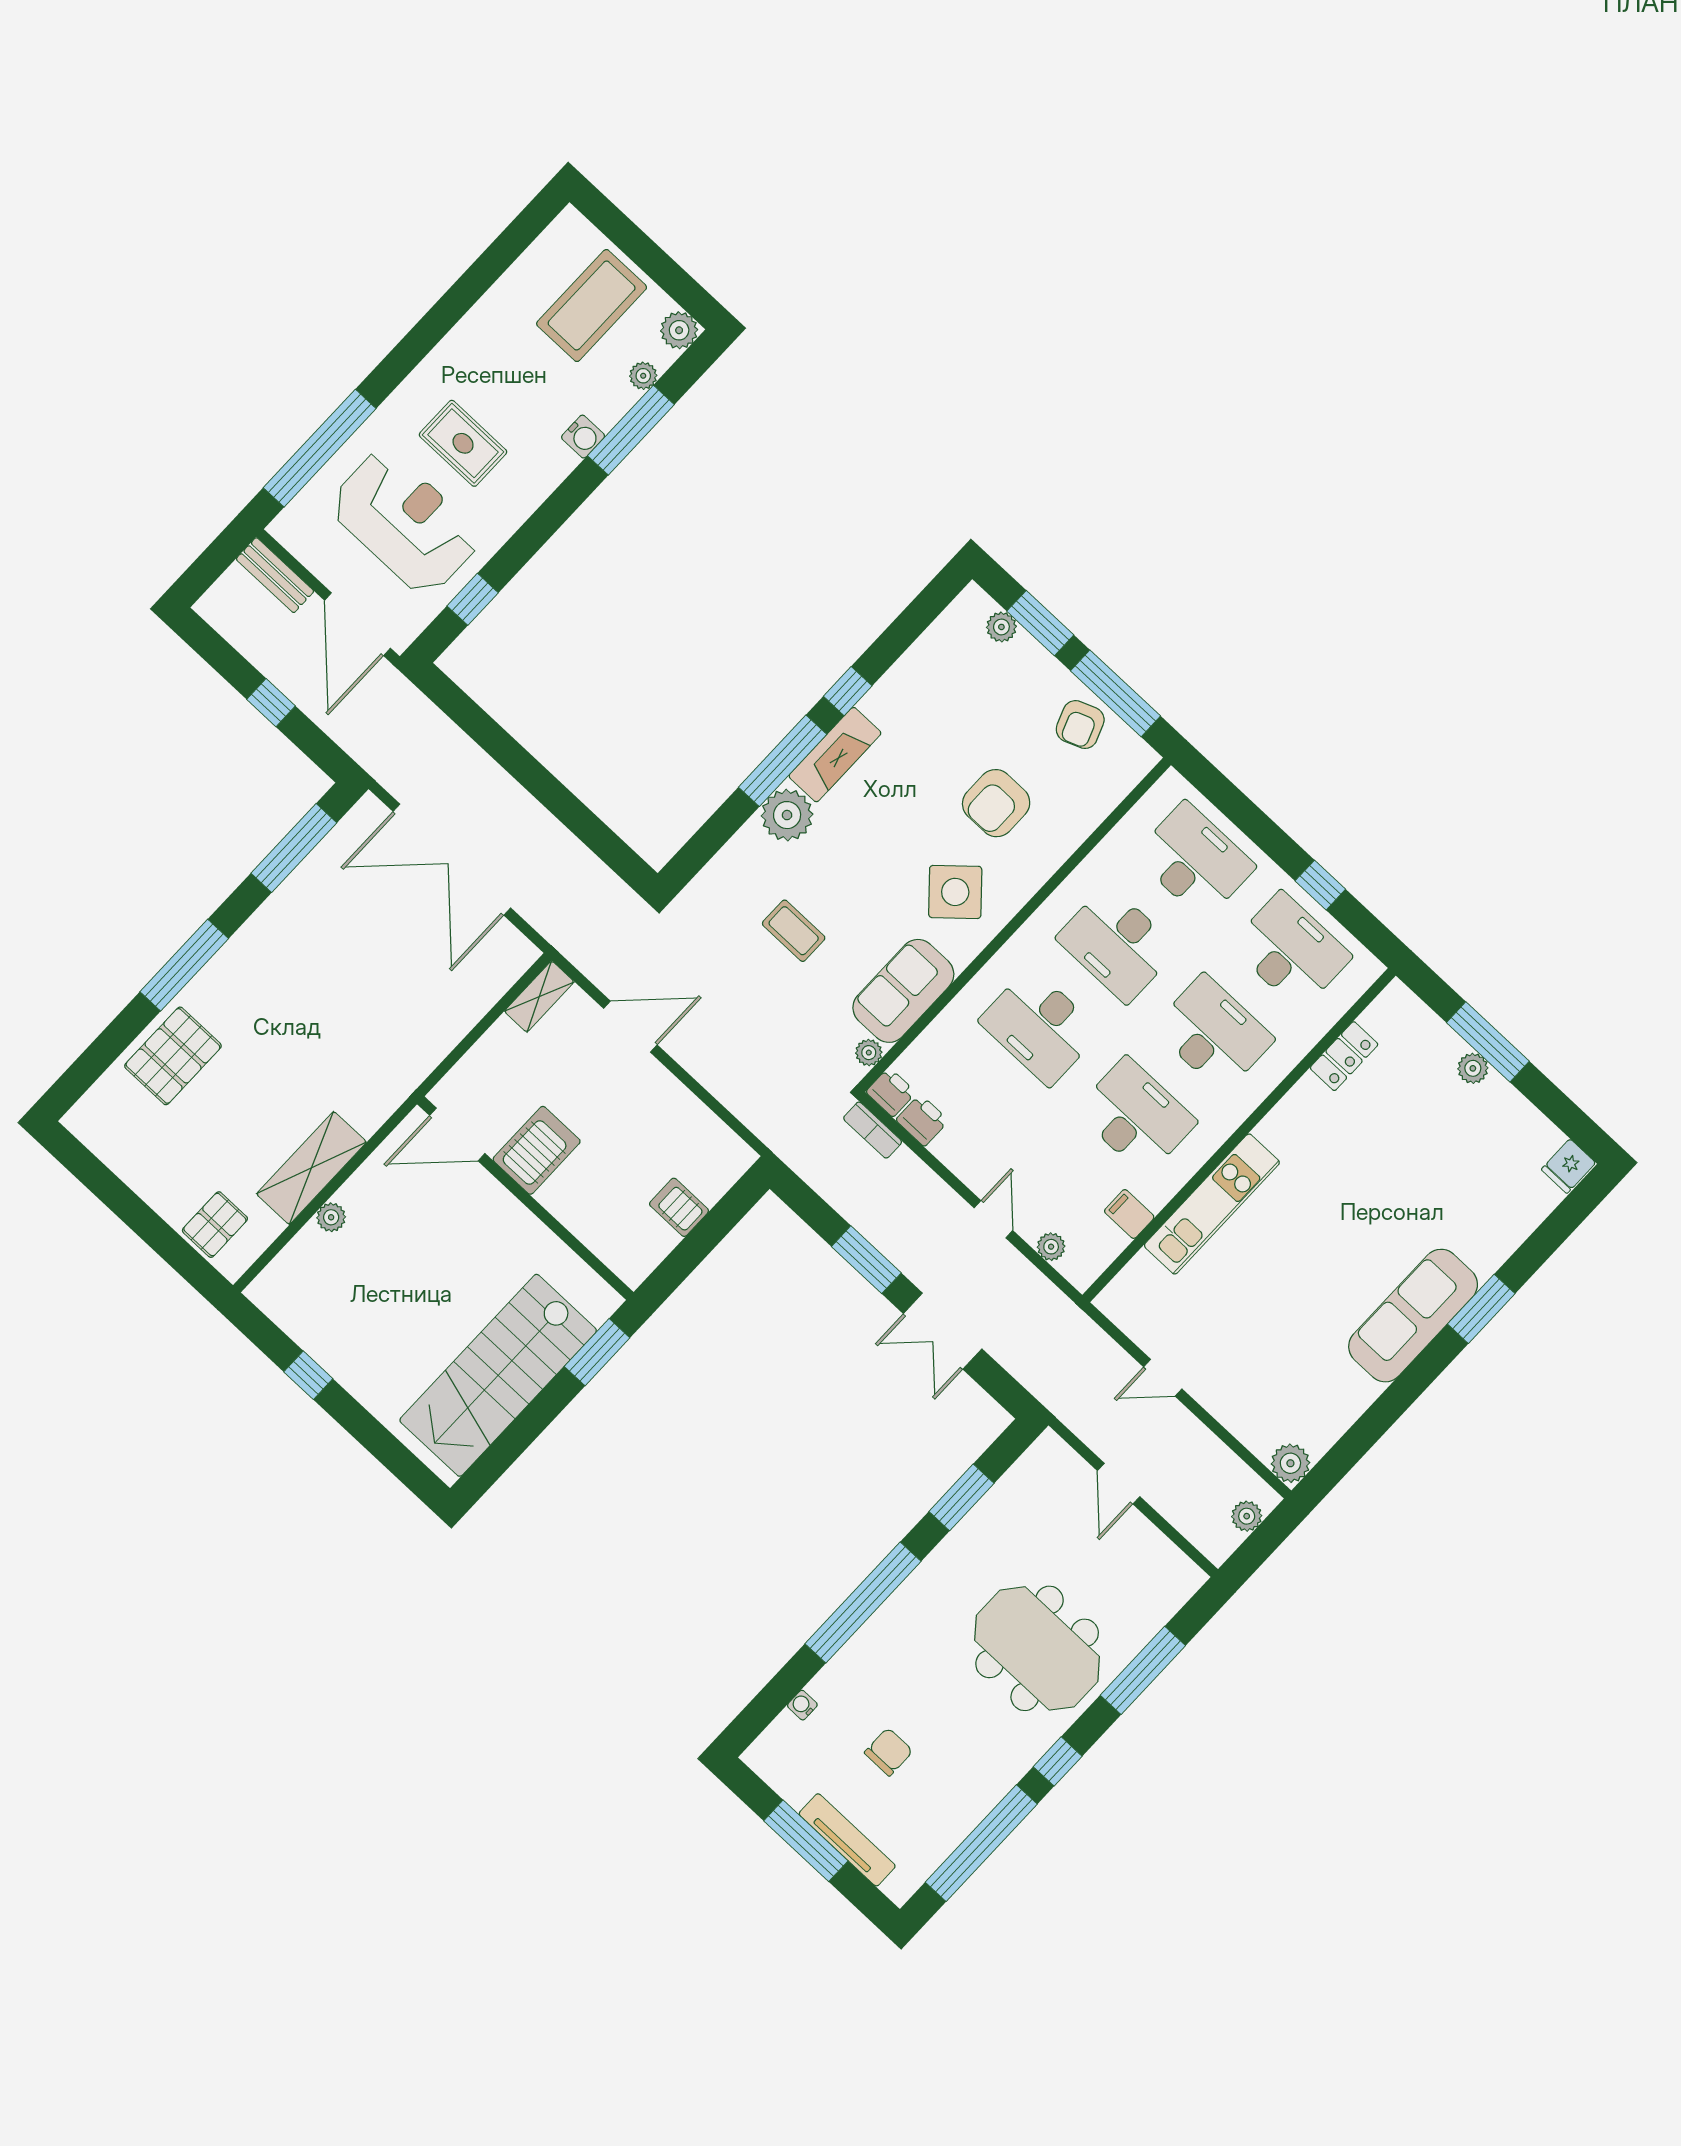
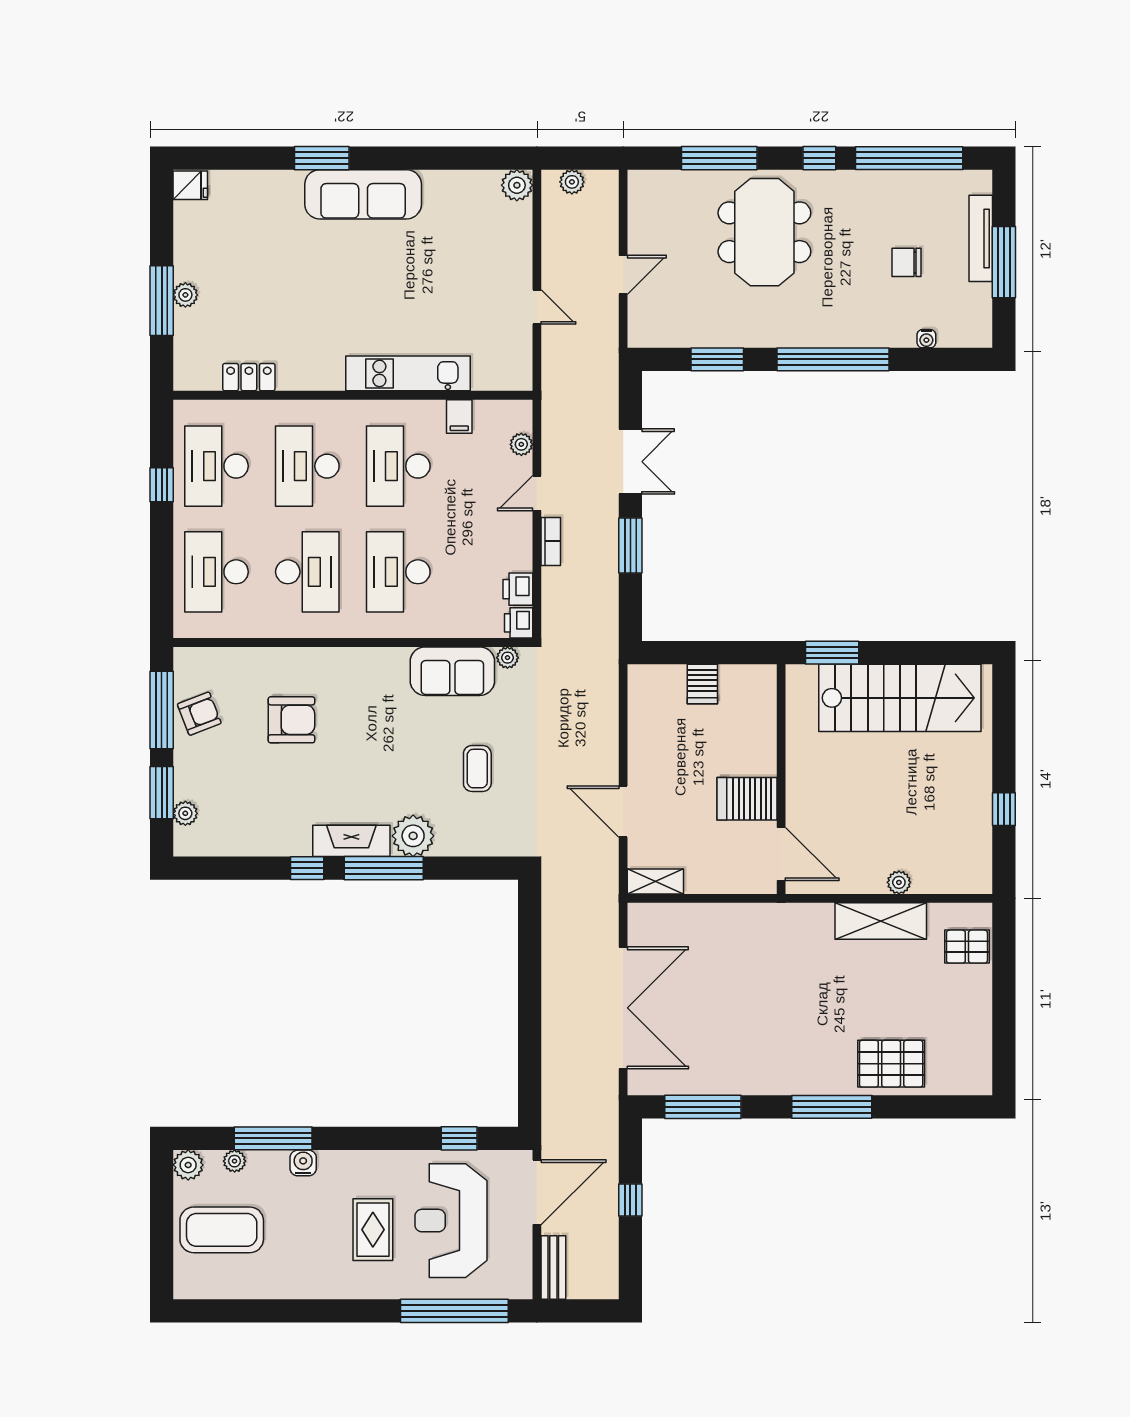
side table: (955, 892) -> (366, 695), removed
desk: (1040, 1026) -> (398, 572), turned 180
bookcase: (873, 1130) -> (551, 541), moved

